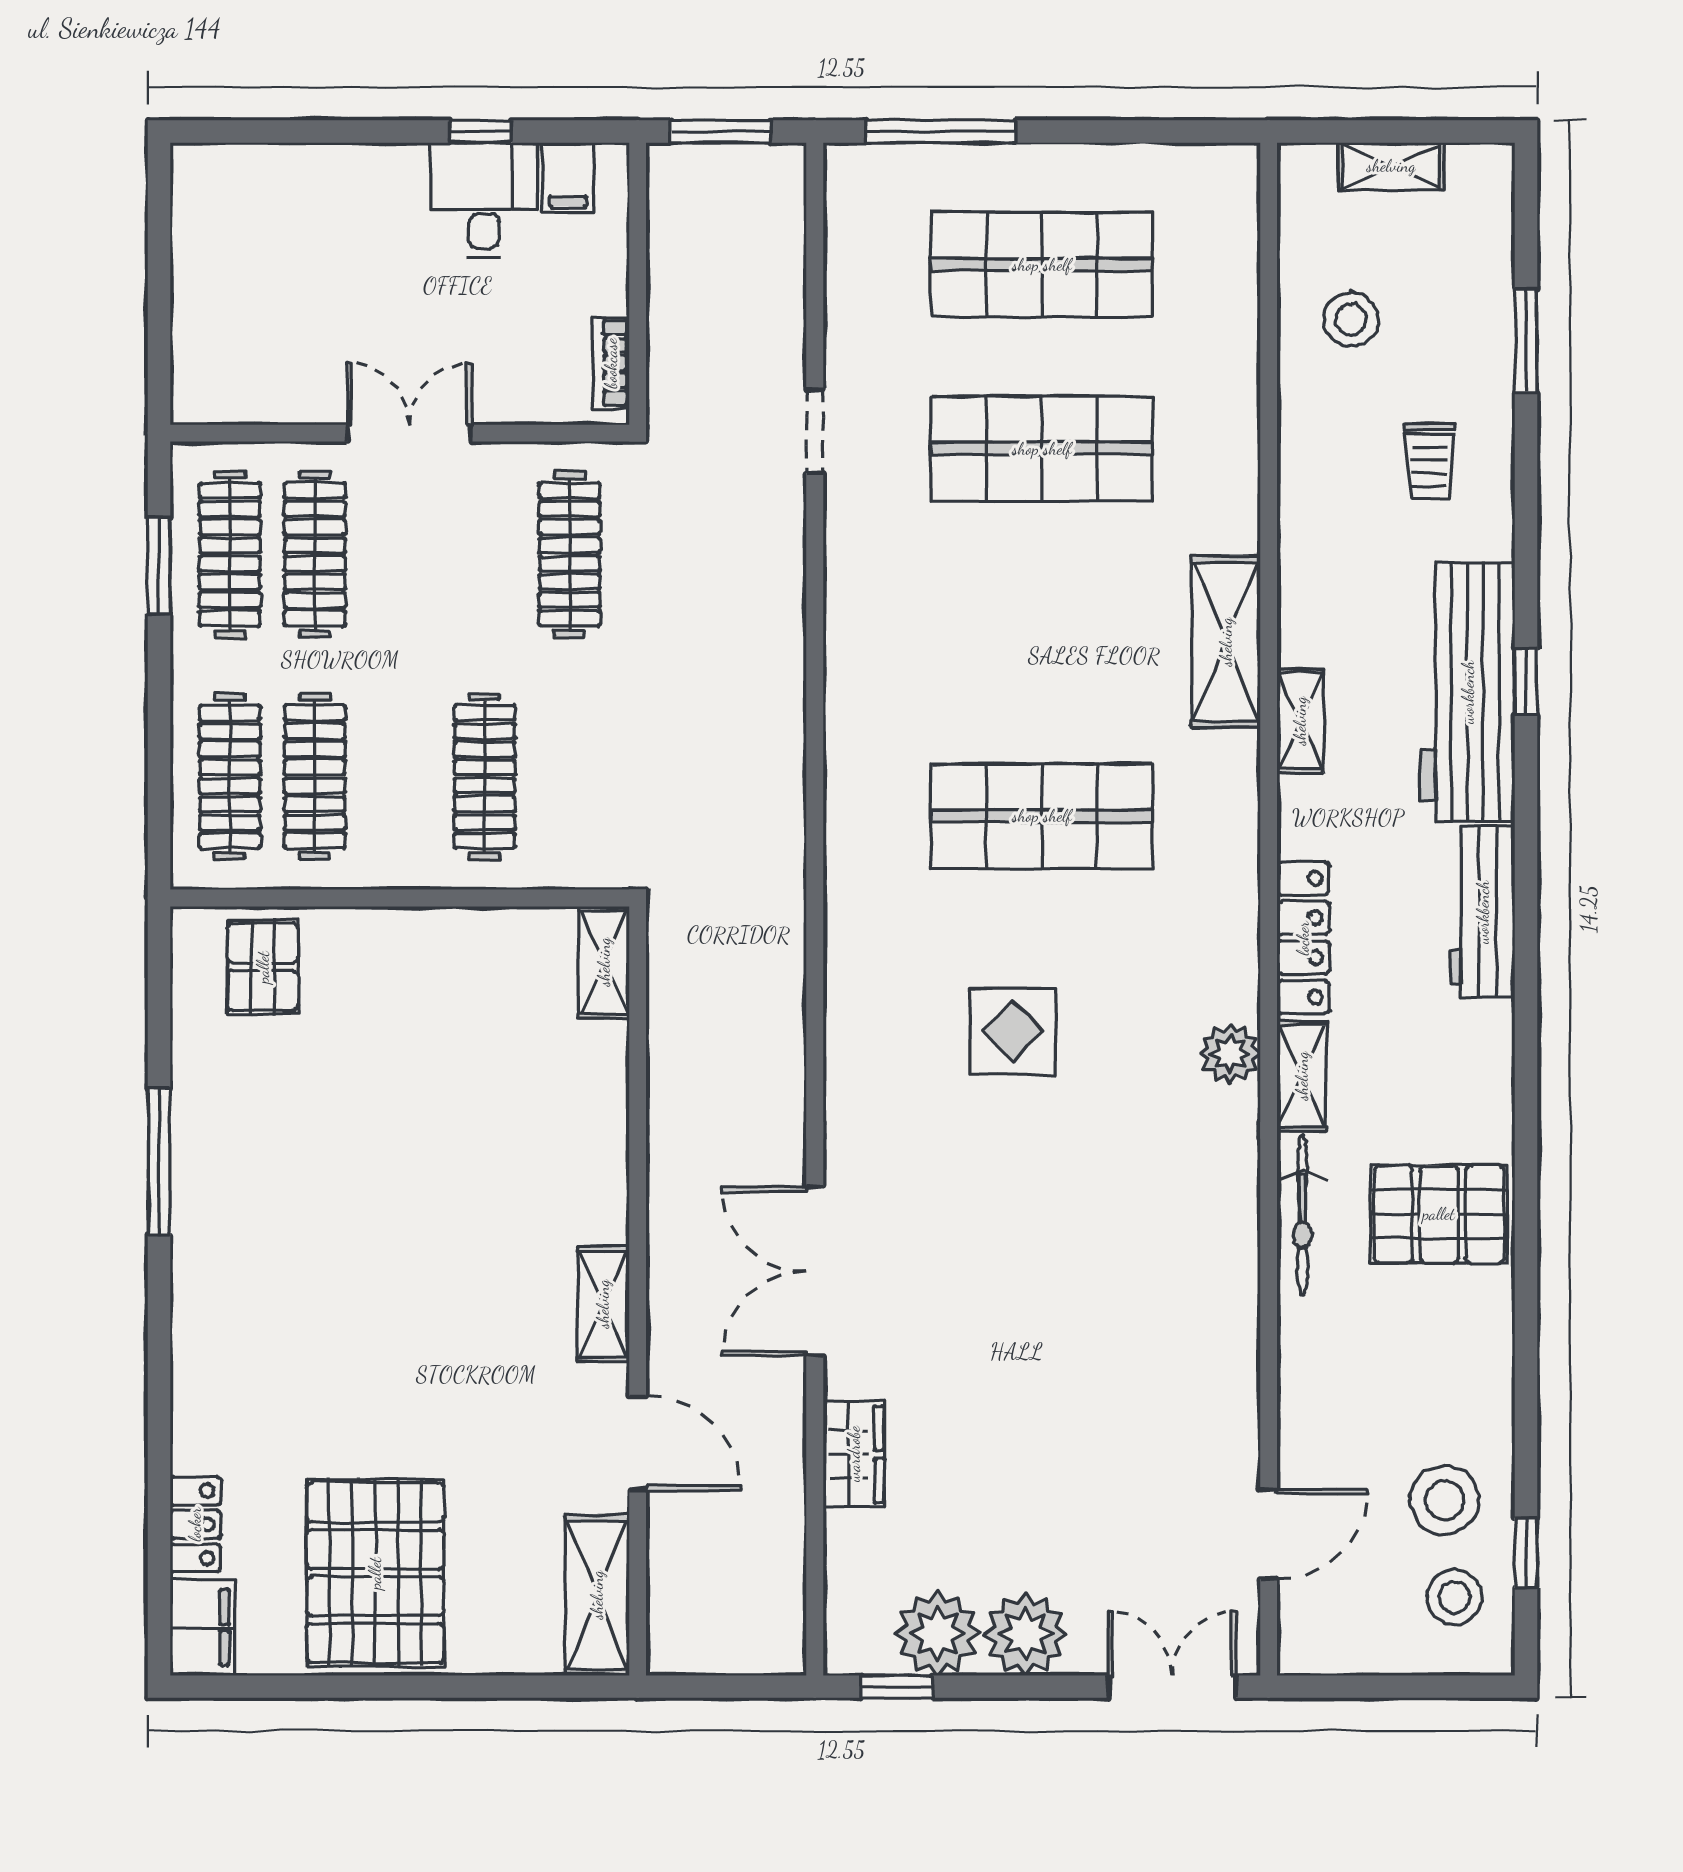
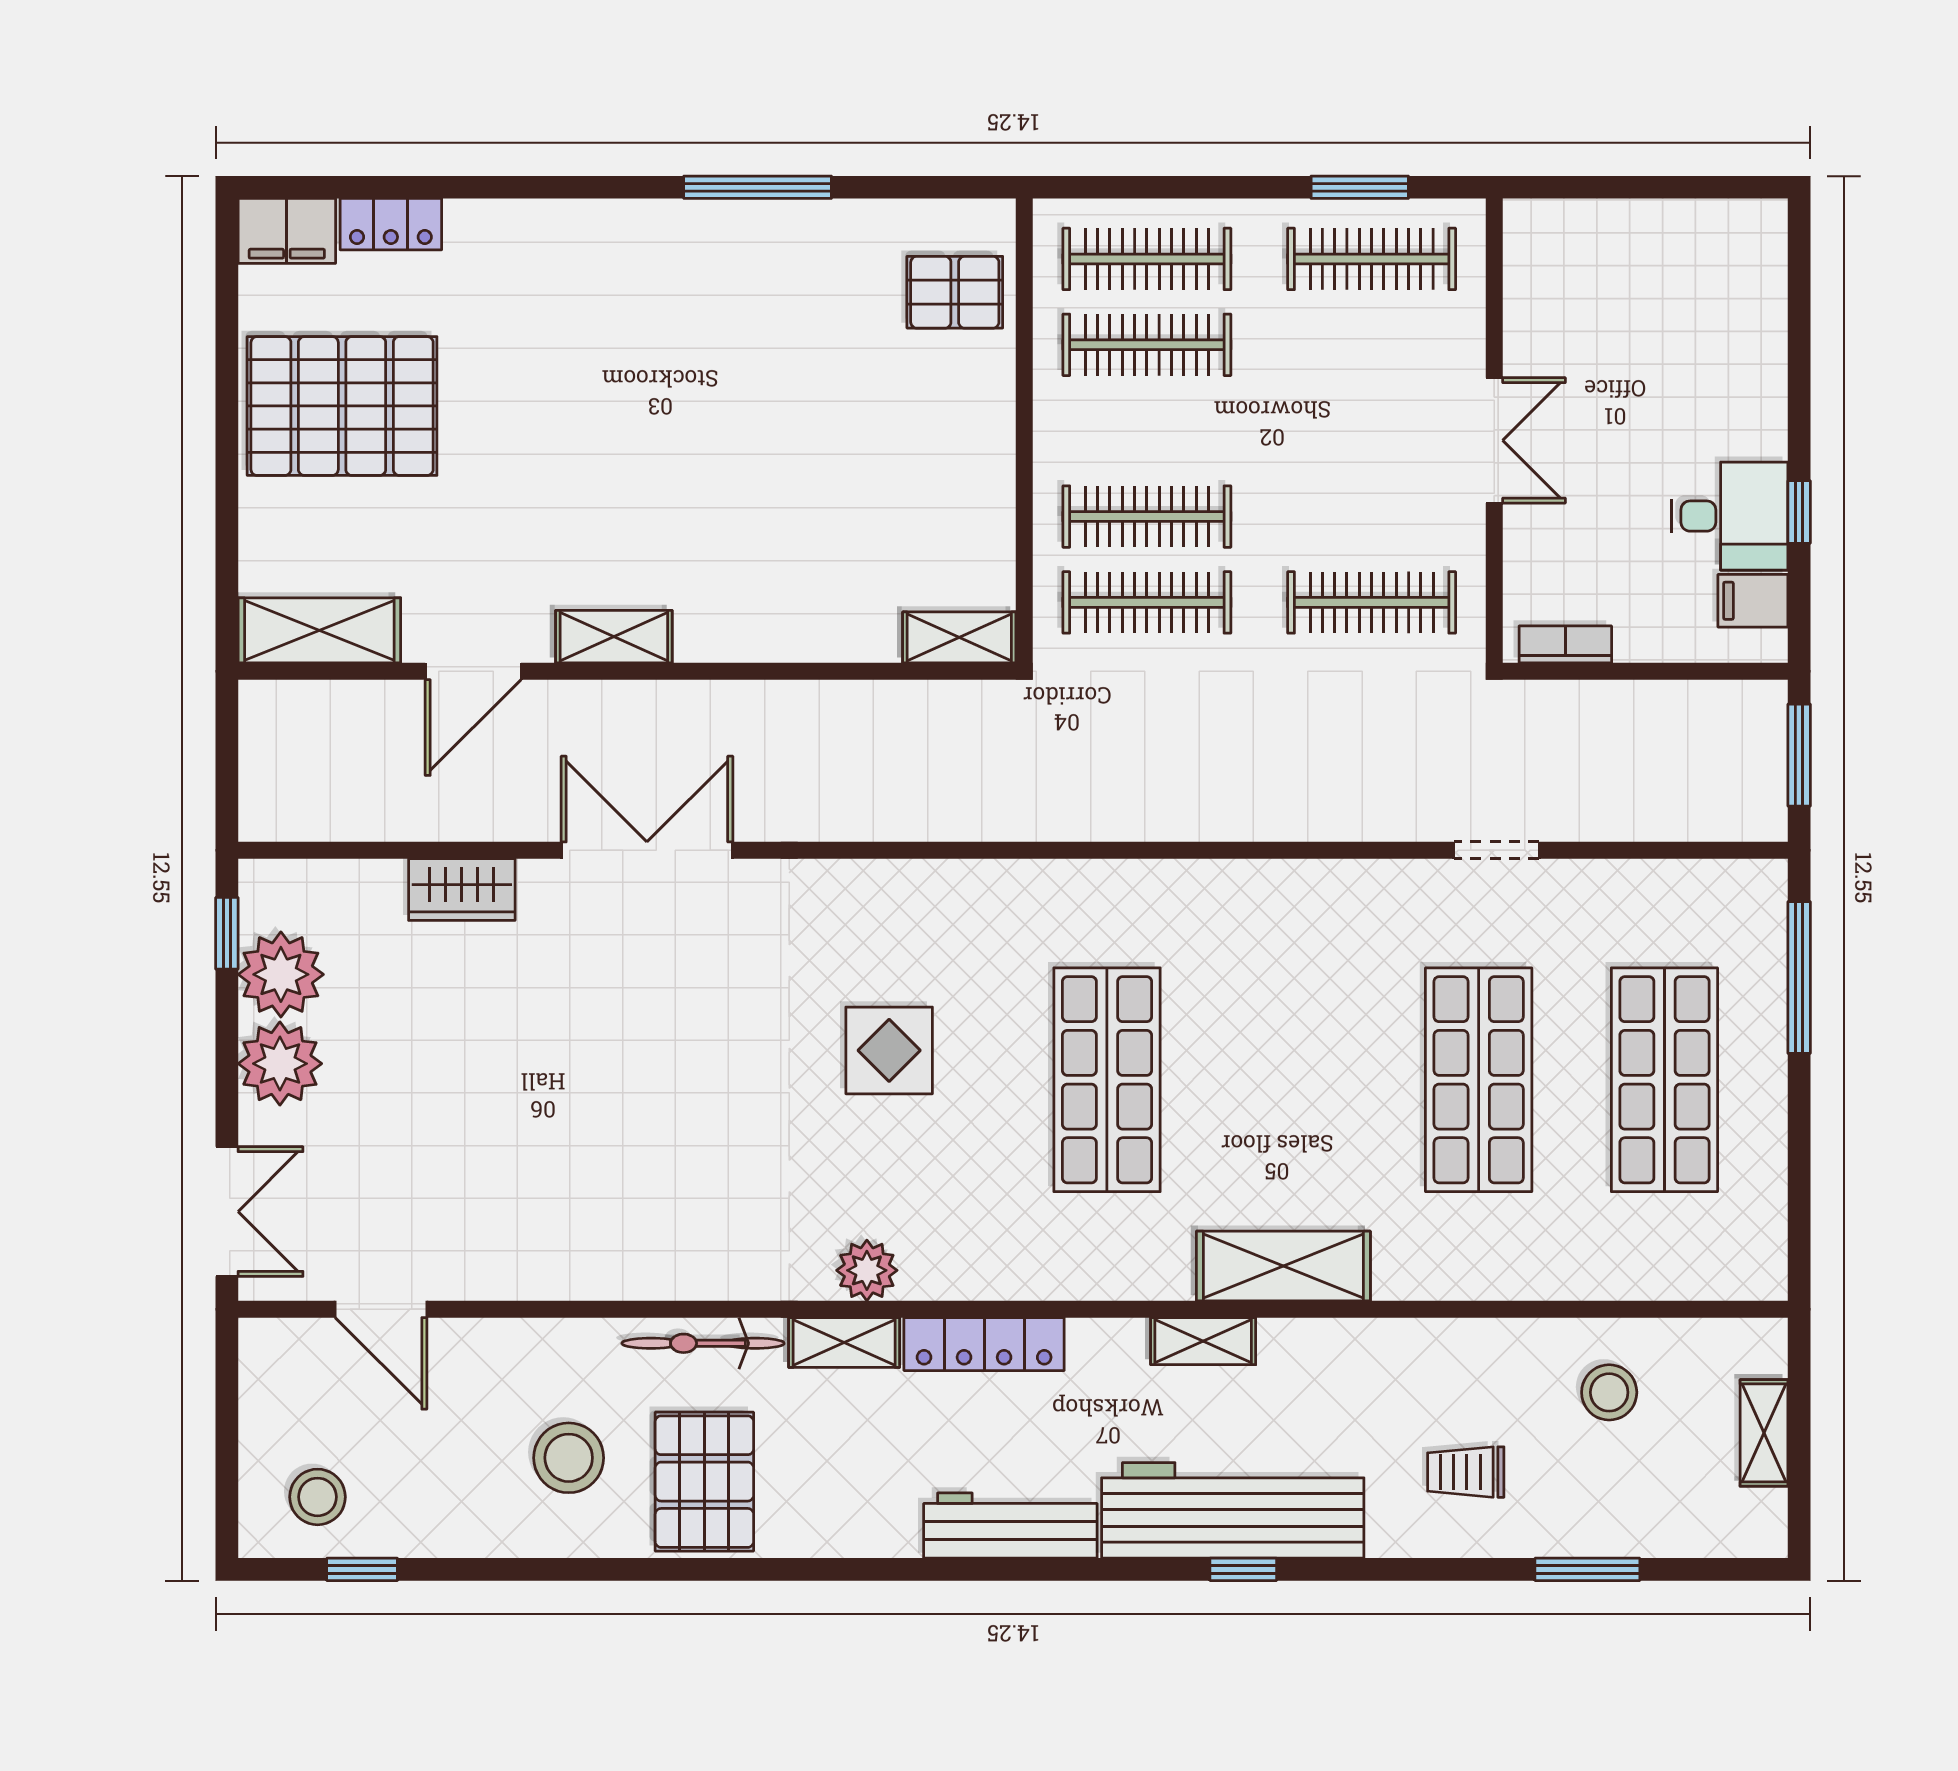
clothes rail: (315, 554) -> (1147, 602), moved
stool: (1444, 1500) -> (569, 1458), moved

